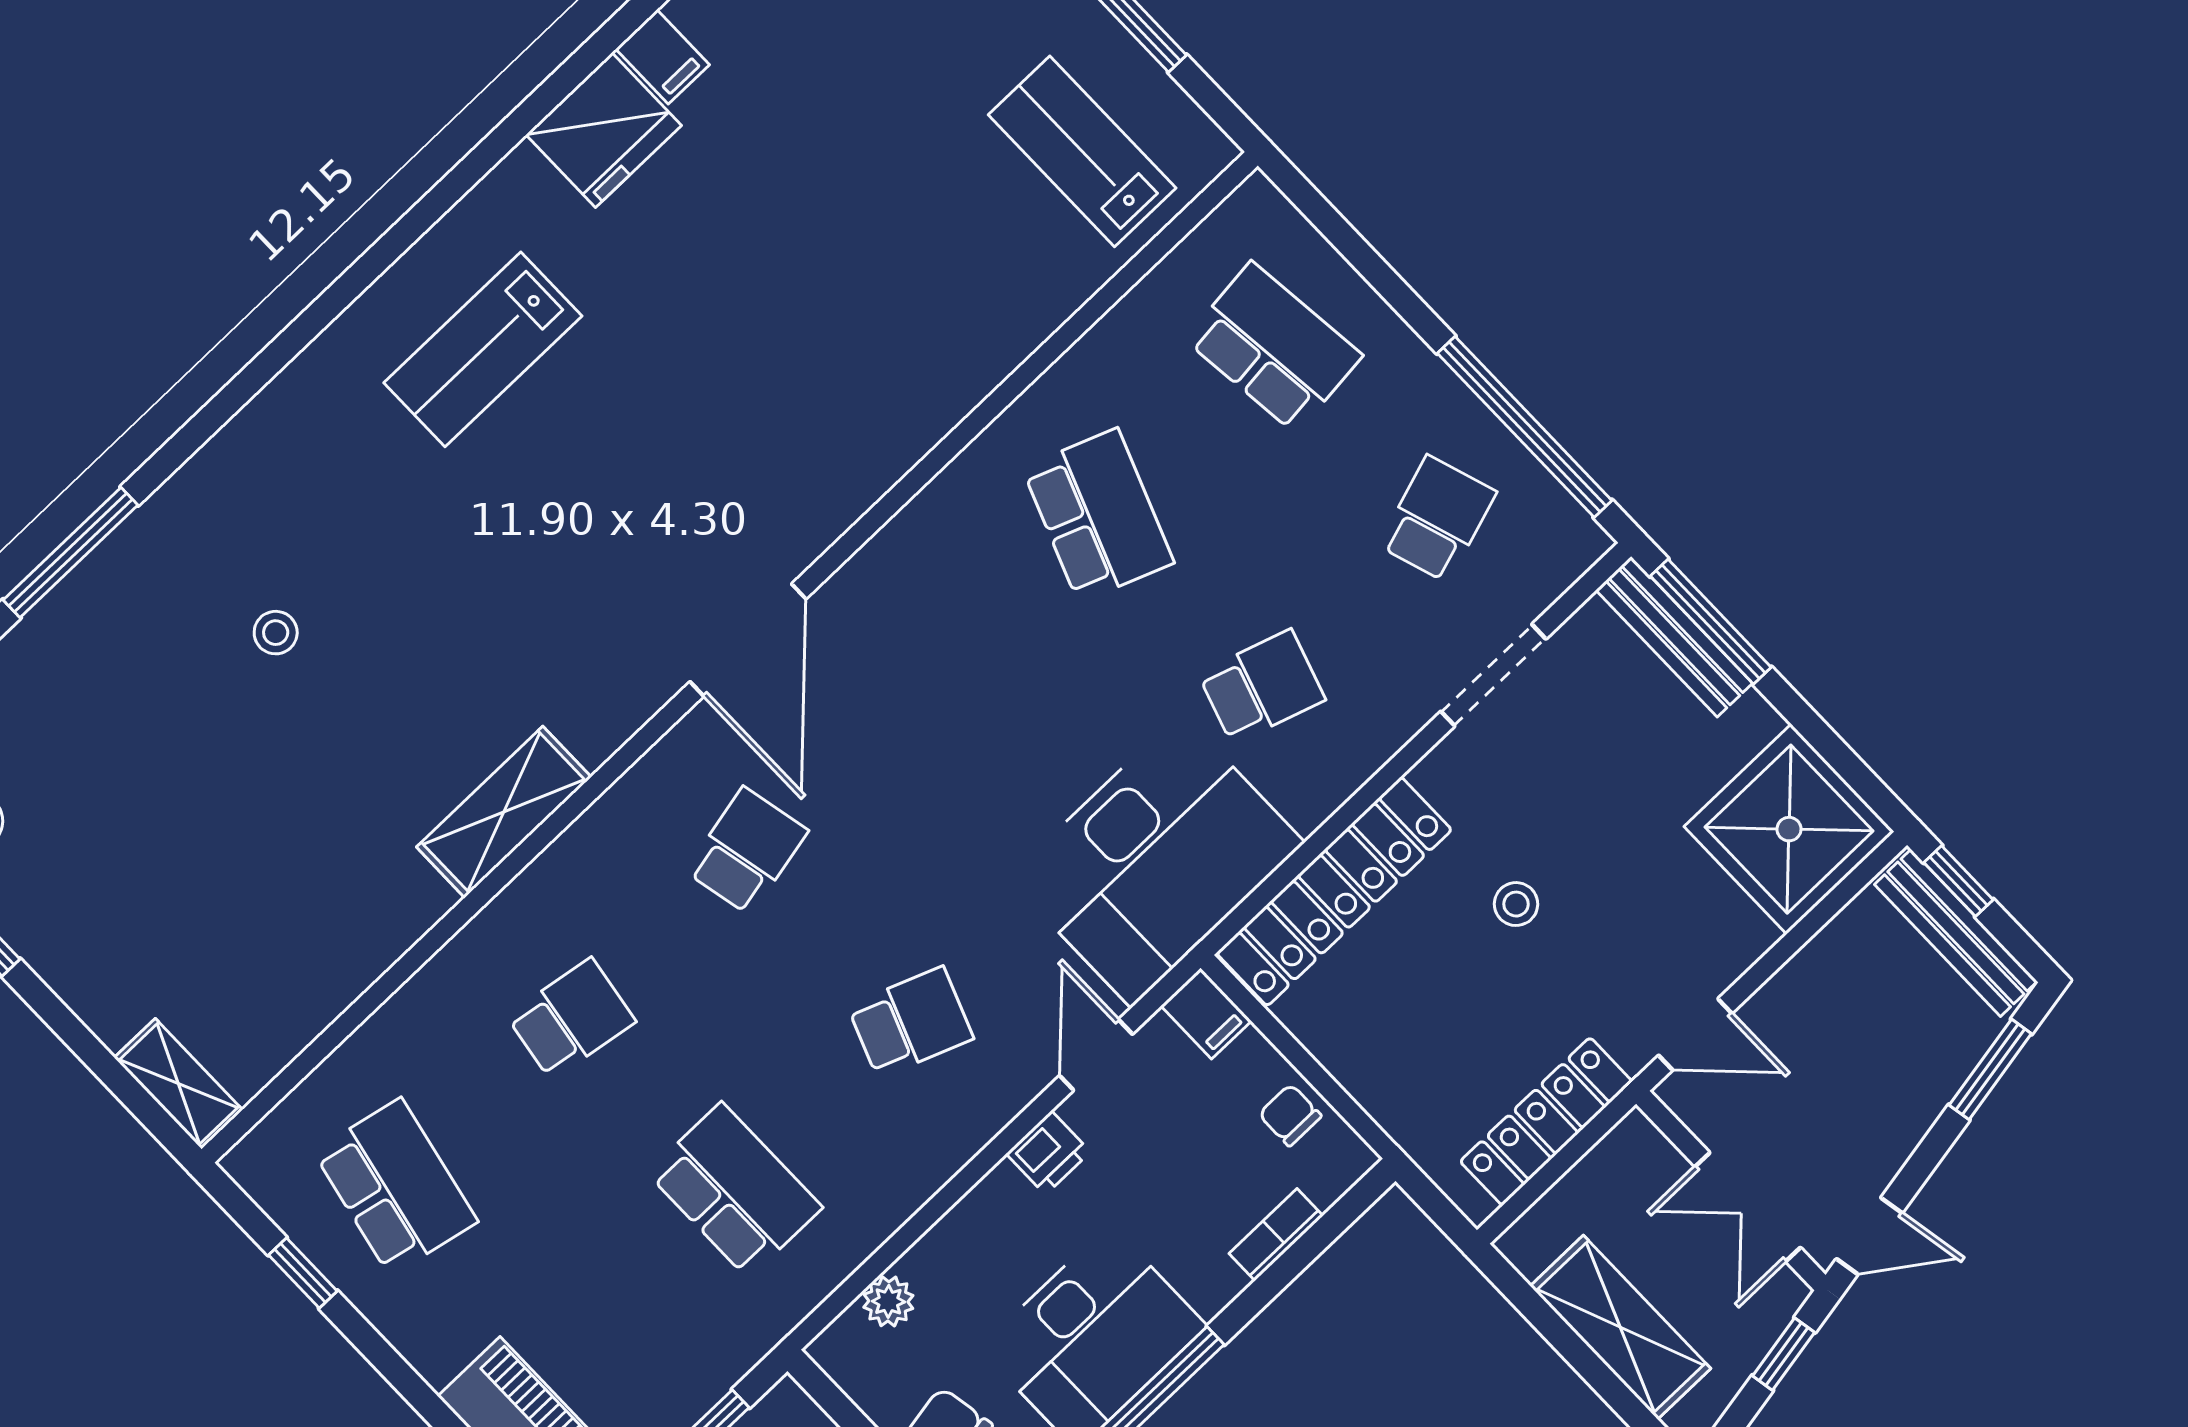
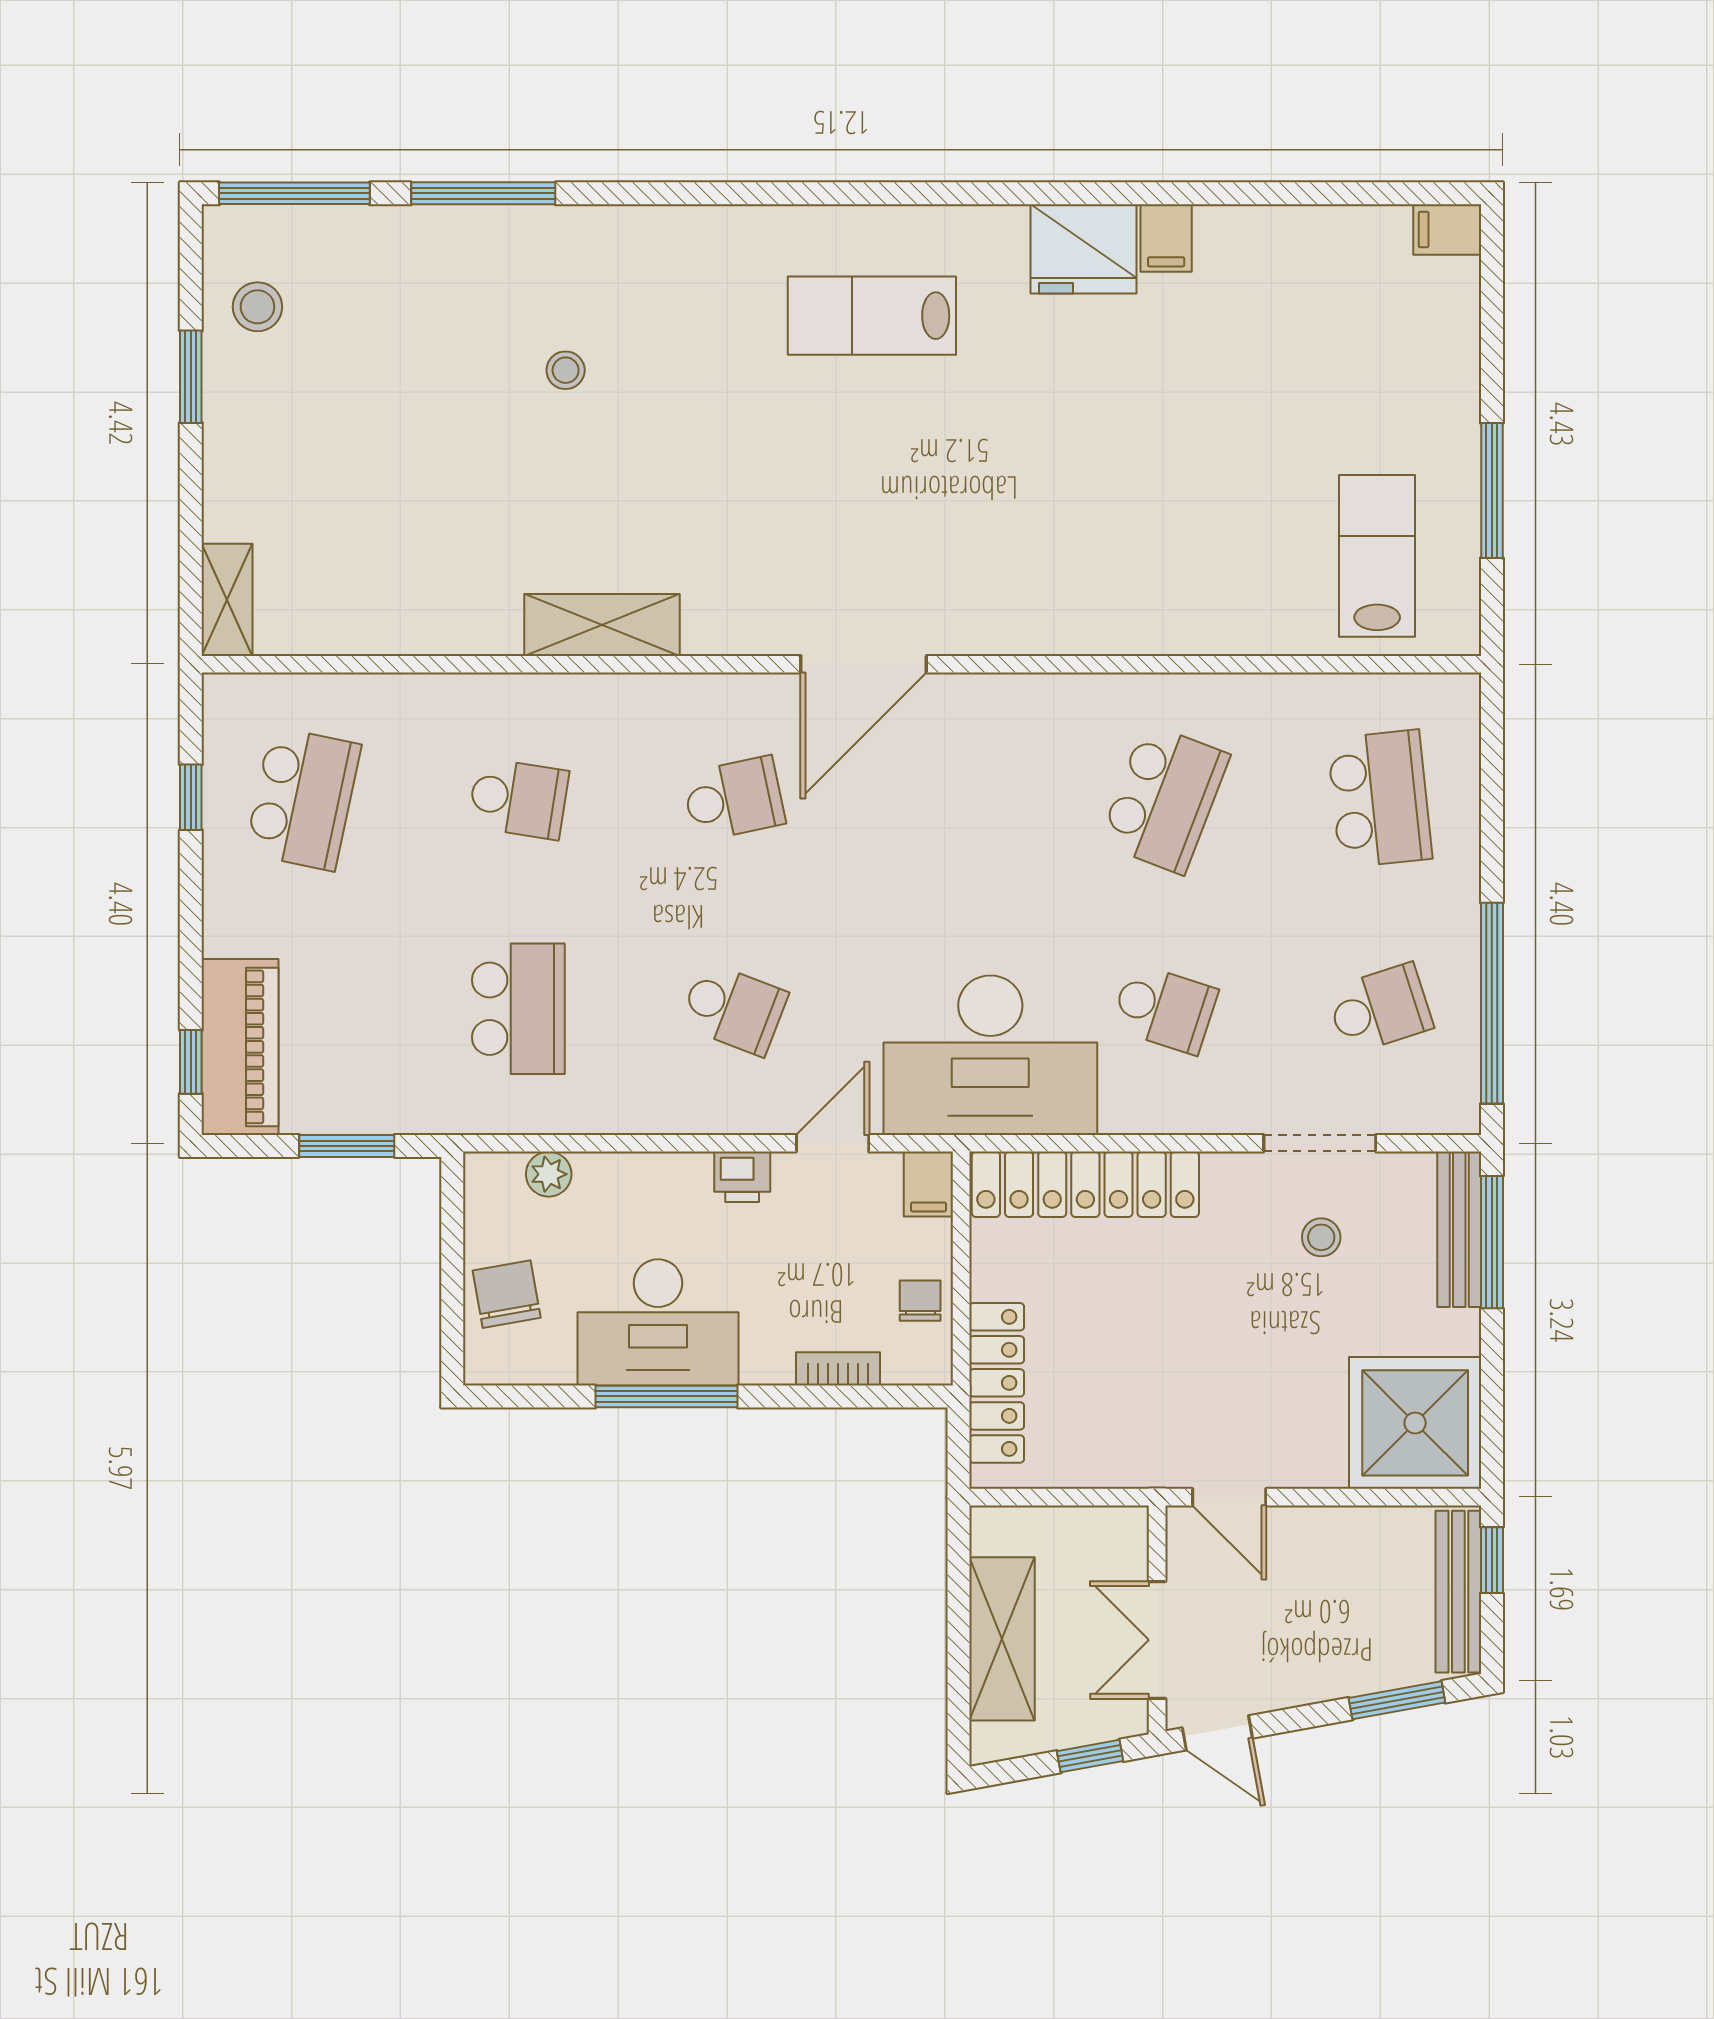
stool: (1516, 904) -> (1321, 1237), moved
locker: (1546, 1121) -> (997, 1383), moved, turned 90

